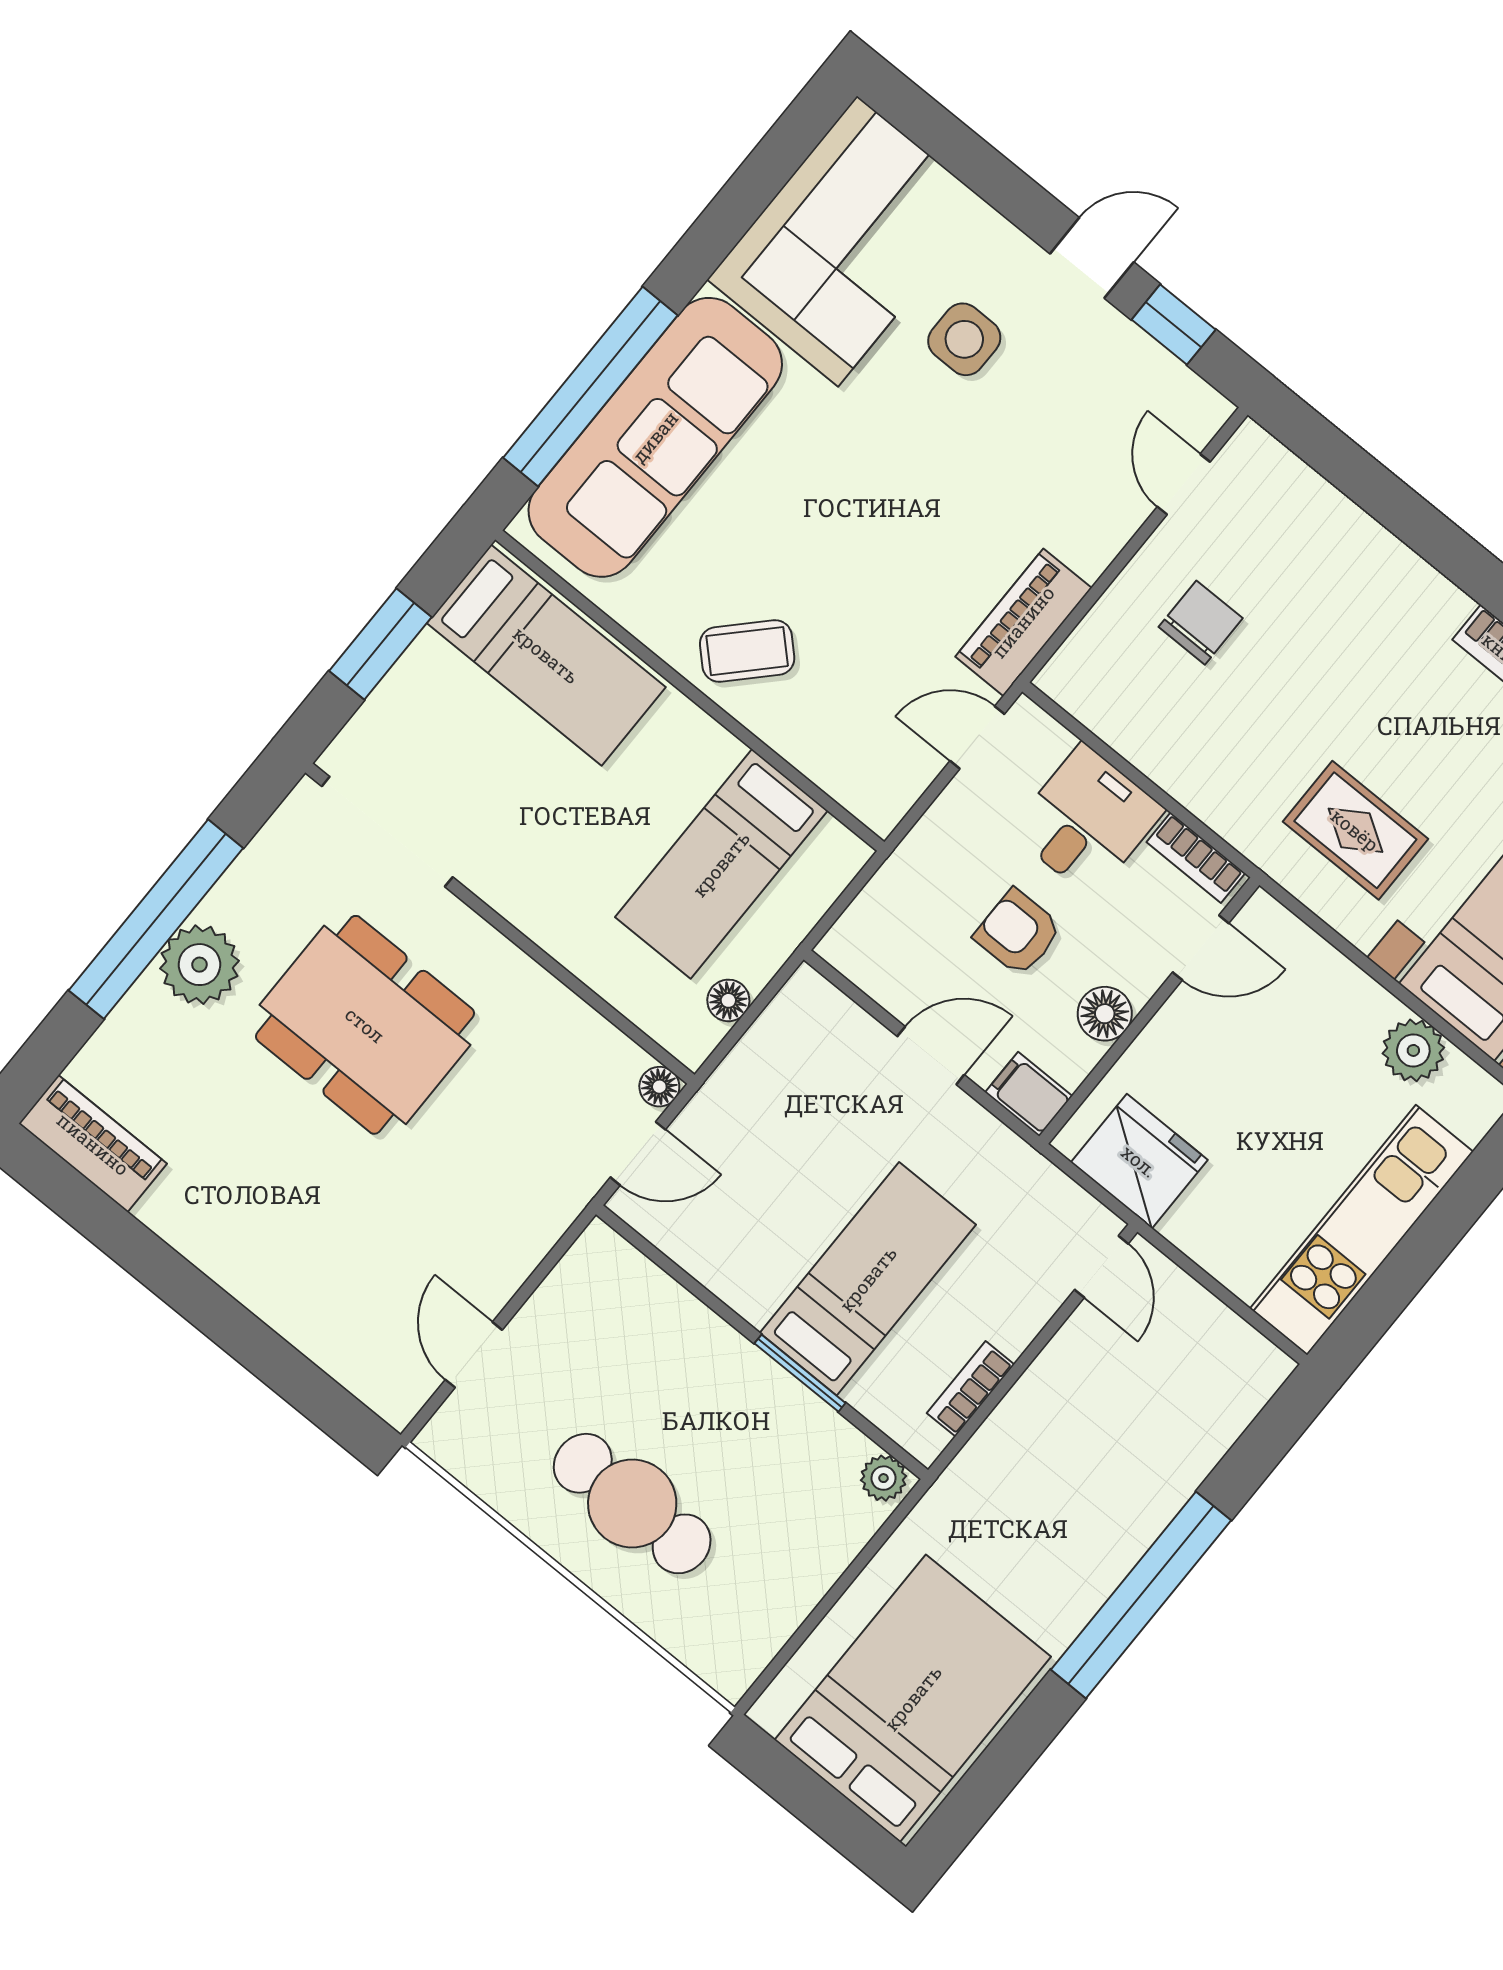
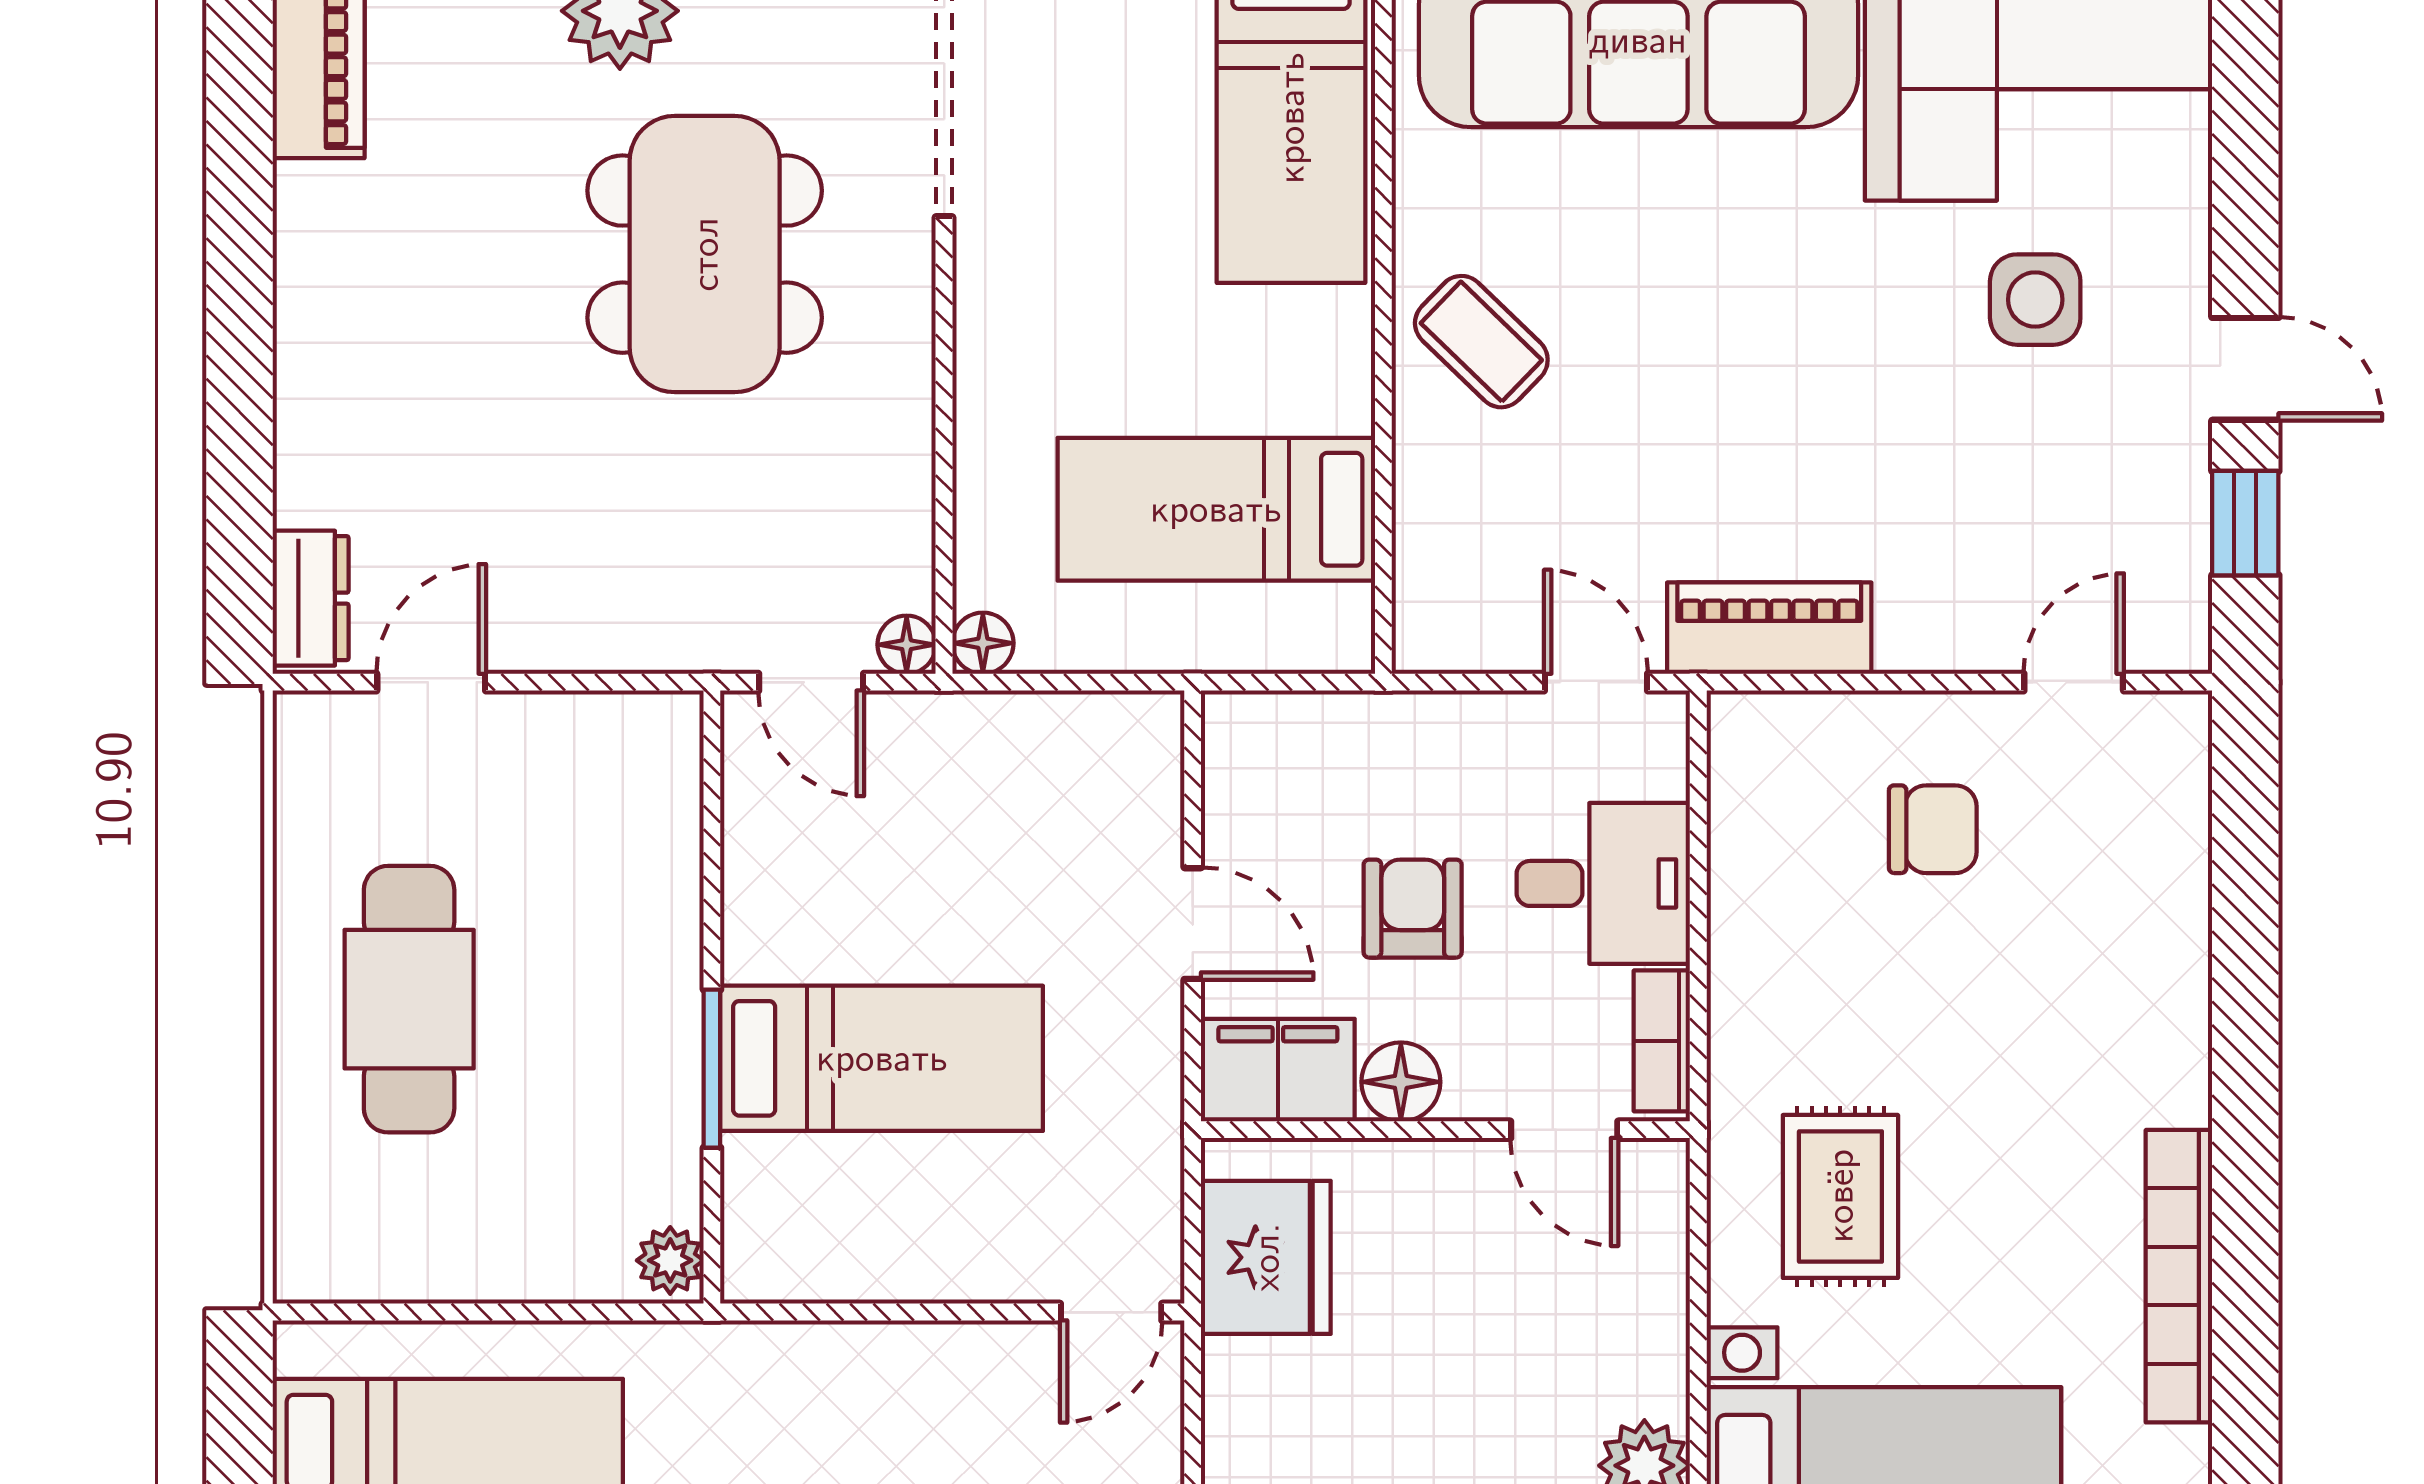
floor lamp: (728, 1000) -> (983, 643), moved
filing cabinet: (1029, 1094) -> (1278, 1070), width x2.00
dresser: (377, 1382) -> (311, 598), added
bookcase: (971, 1389) -> (852, 1276), removed

